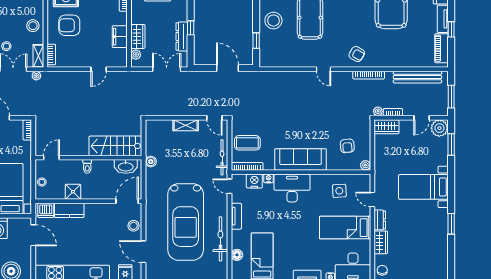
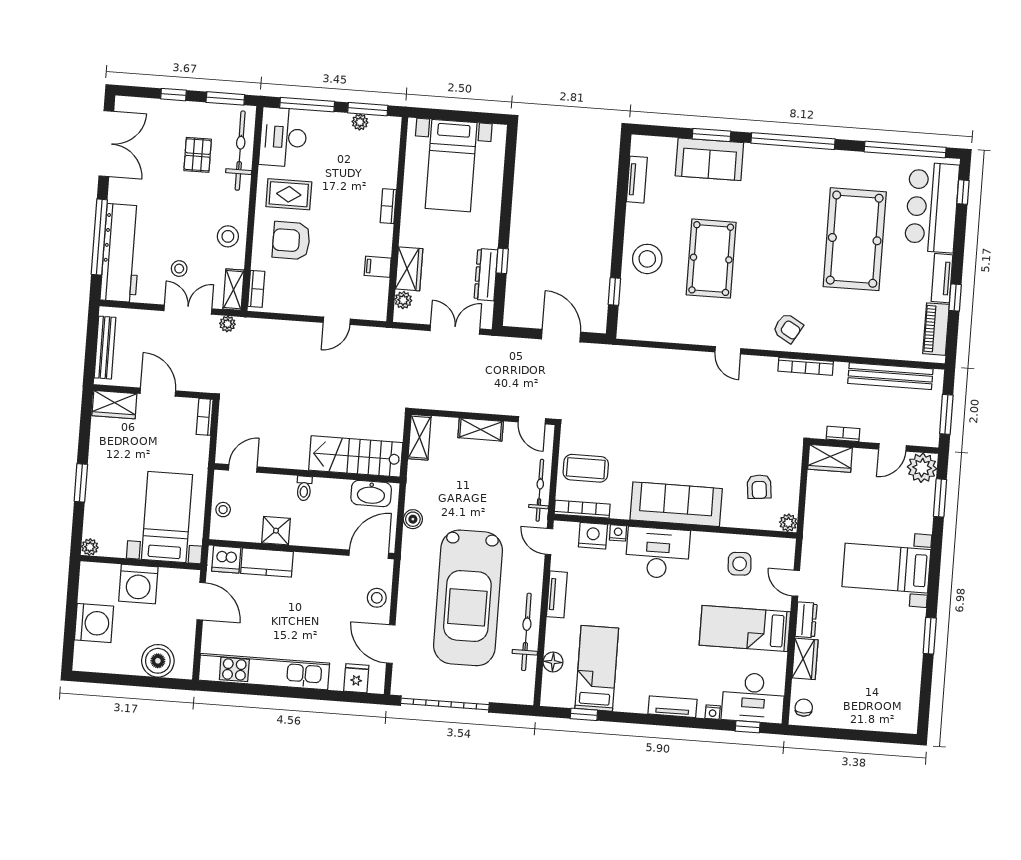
filing cabinet: (120, 37) -> (378, 267), width x0.50
plant: (378, 111) -> (817, 430), removed
shelving: (151, 132) -> (420, 437), added
boiler: (151, 162) -> (413, 519), moved

